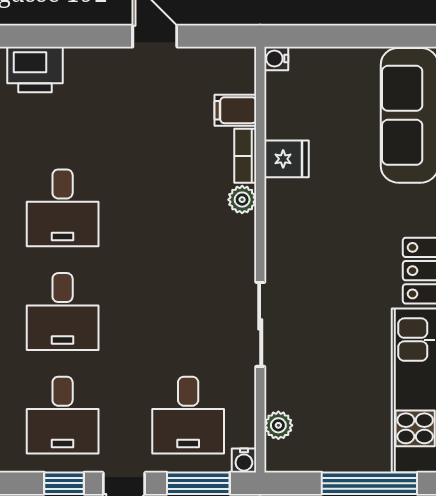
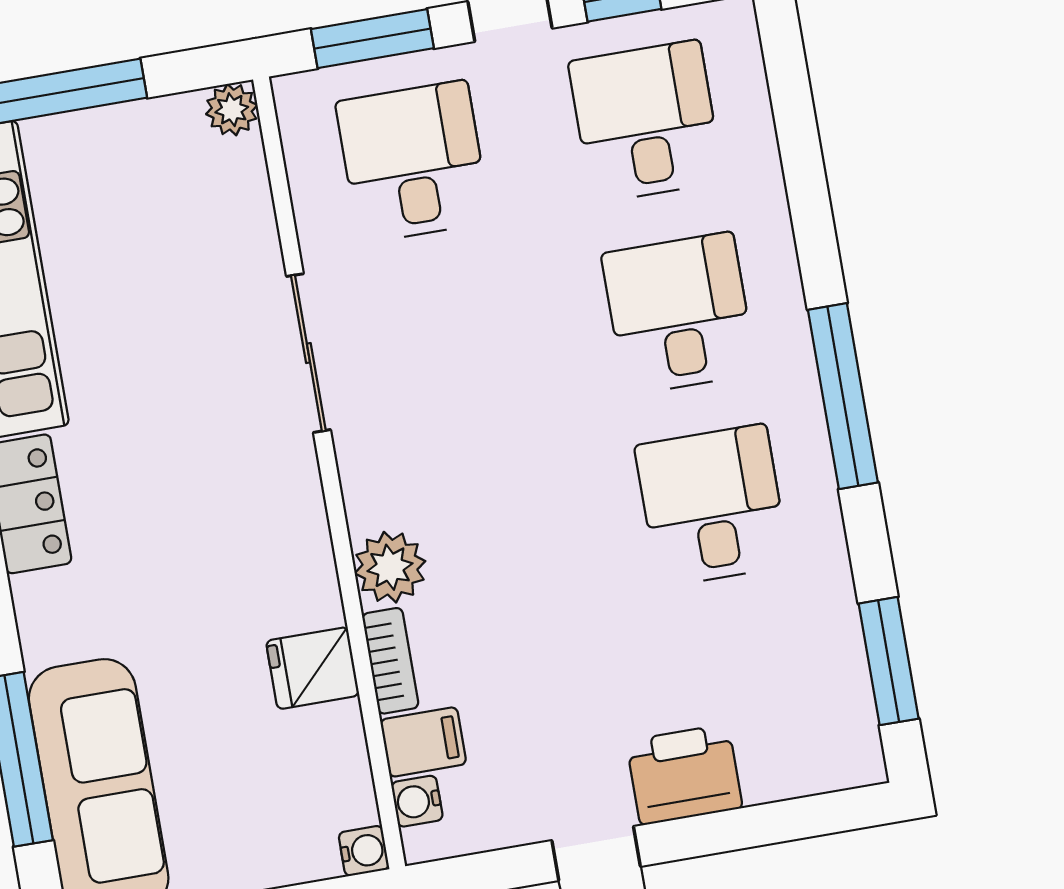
printer: (35, 70) -> (684, 774), moved
plant: (242, 200) -> (390, 567), width x1.38, depth x1.38
plant: (278, 425) -> (232, 110), moved
water cooler: (244, 461) -> (417, 801), moved, turned -90

